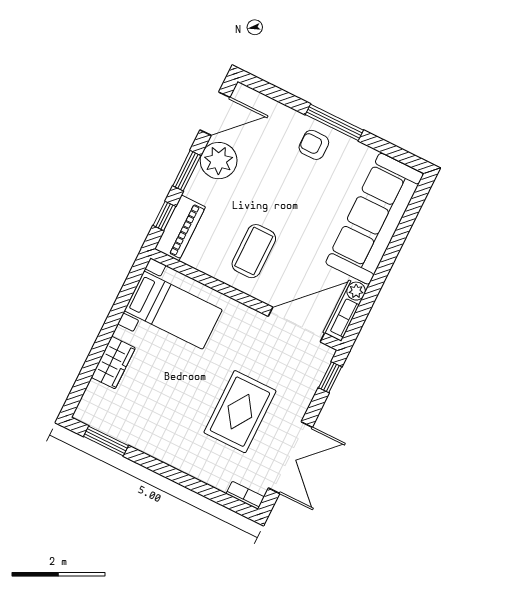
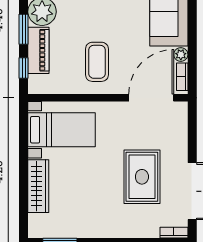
piano: (180, 228) -> (38, 50), moved
wardrobe: (113, 363) -> (38, 186), width x1.50
window: (330, 377) -> (192, 123), removed

